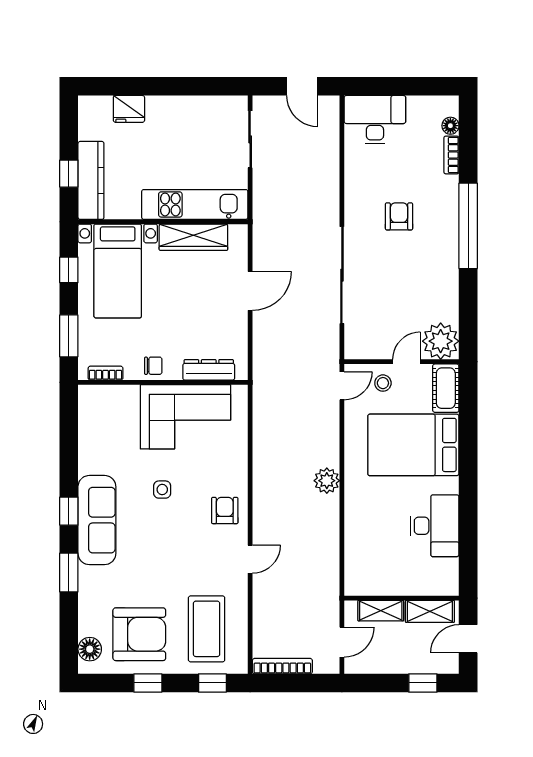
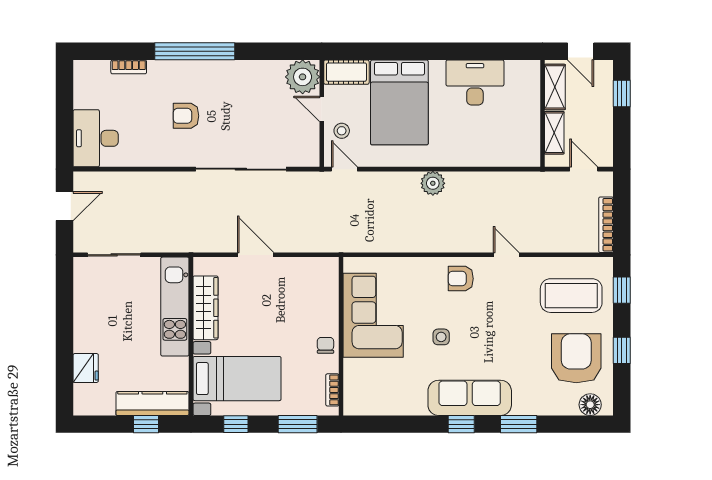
floor lamp: (450, 126) -> (101, 68), removed
dresser: (209, 370) -> (329, 293), removed

